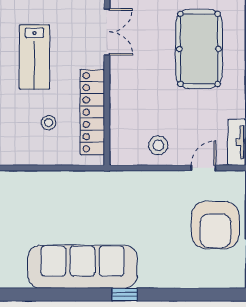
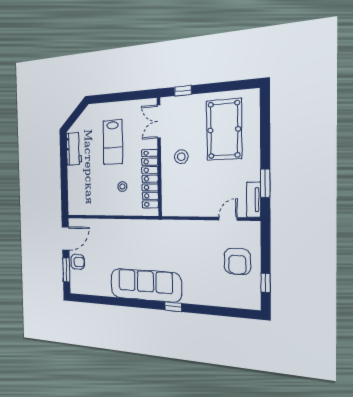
double door: (107, 32) -> (159, 122), swing flipped
stool: (158, 145) -> (181, 157), moved
armchair: (215, 225) -> (237, 261), width x0.73, depth x0.73

